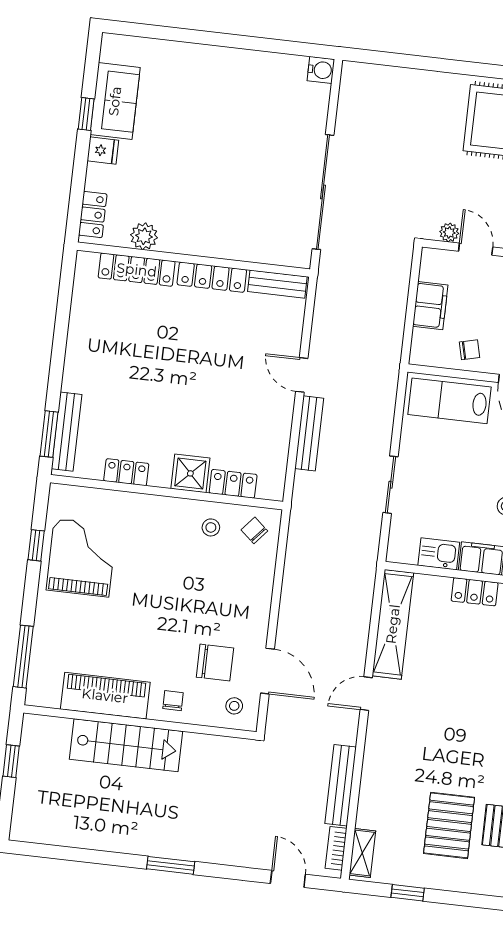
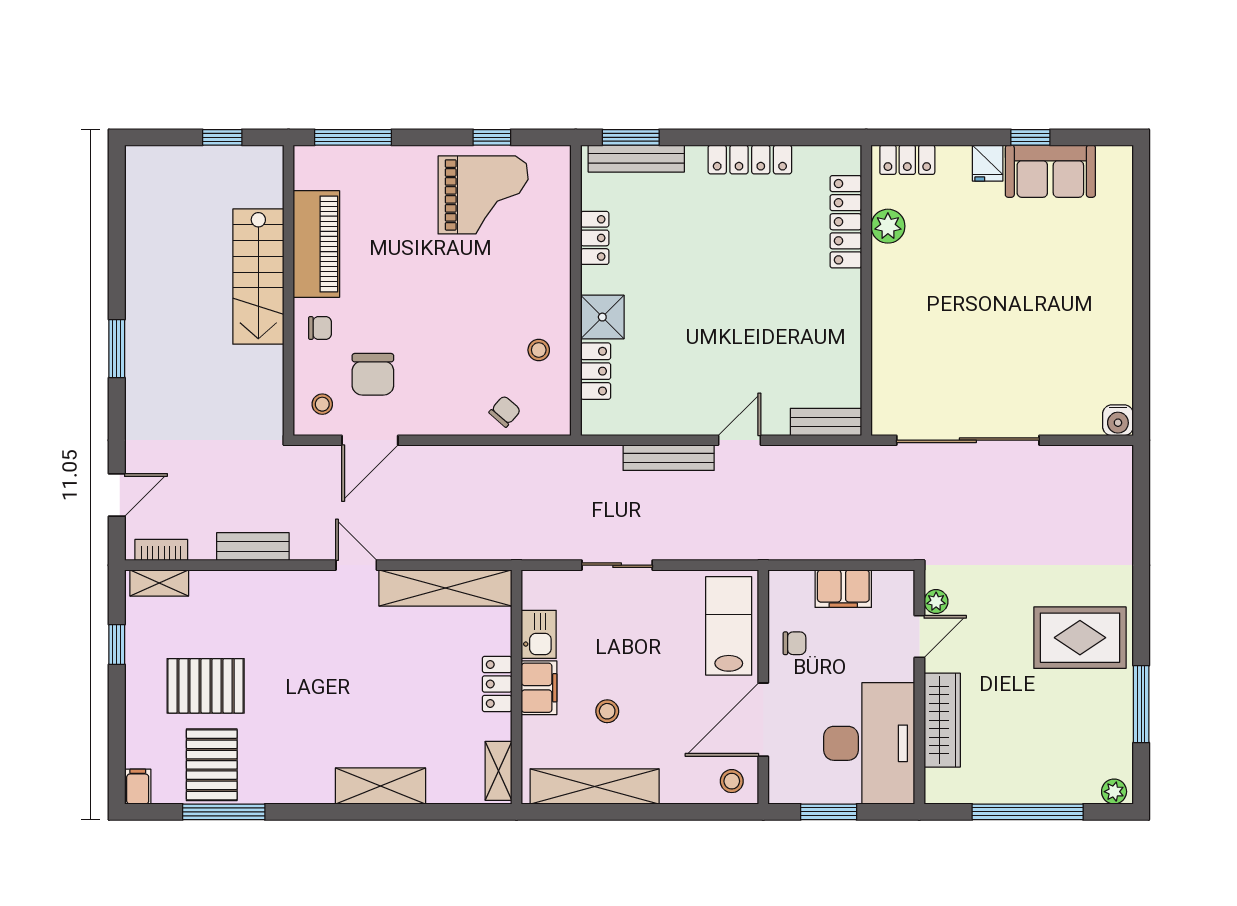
locker: (212, 277) -> (750, 160), moved, turned -90
bench: (277, 284) -> (826, 422), moved, turned 90
chair: (470, 350) -> (794, 643), turned -76
chair: (254, 530) -> (505, 411), moved
bench: (341, 785) -> (253, 547), width x0.73

